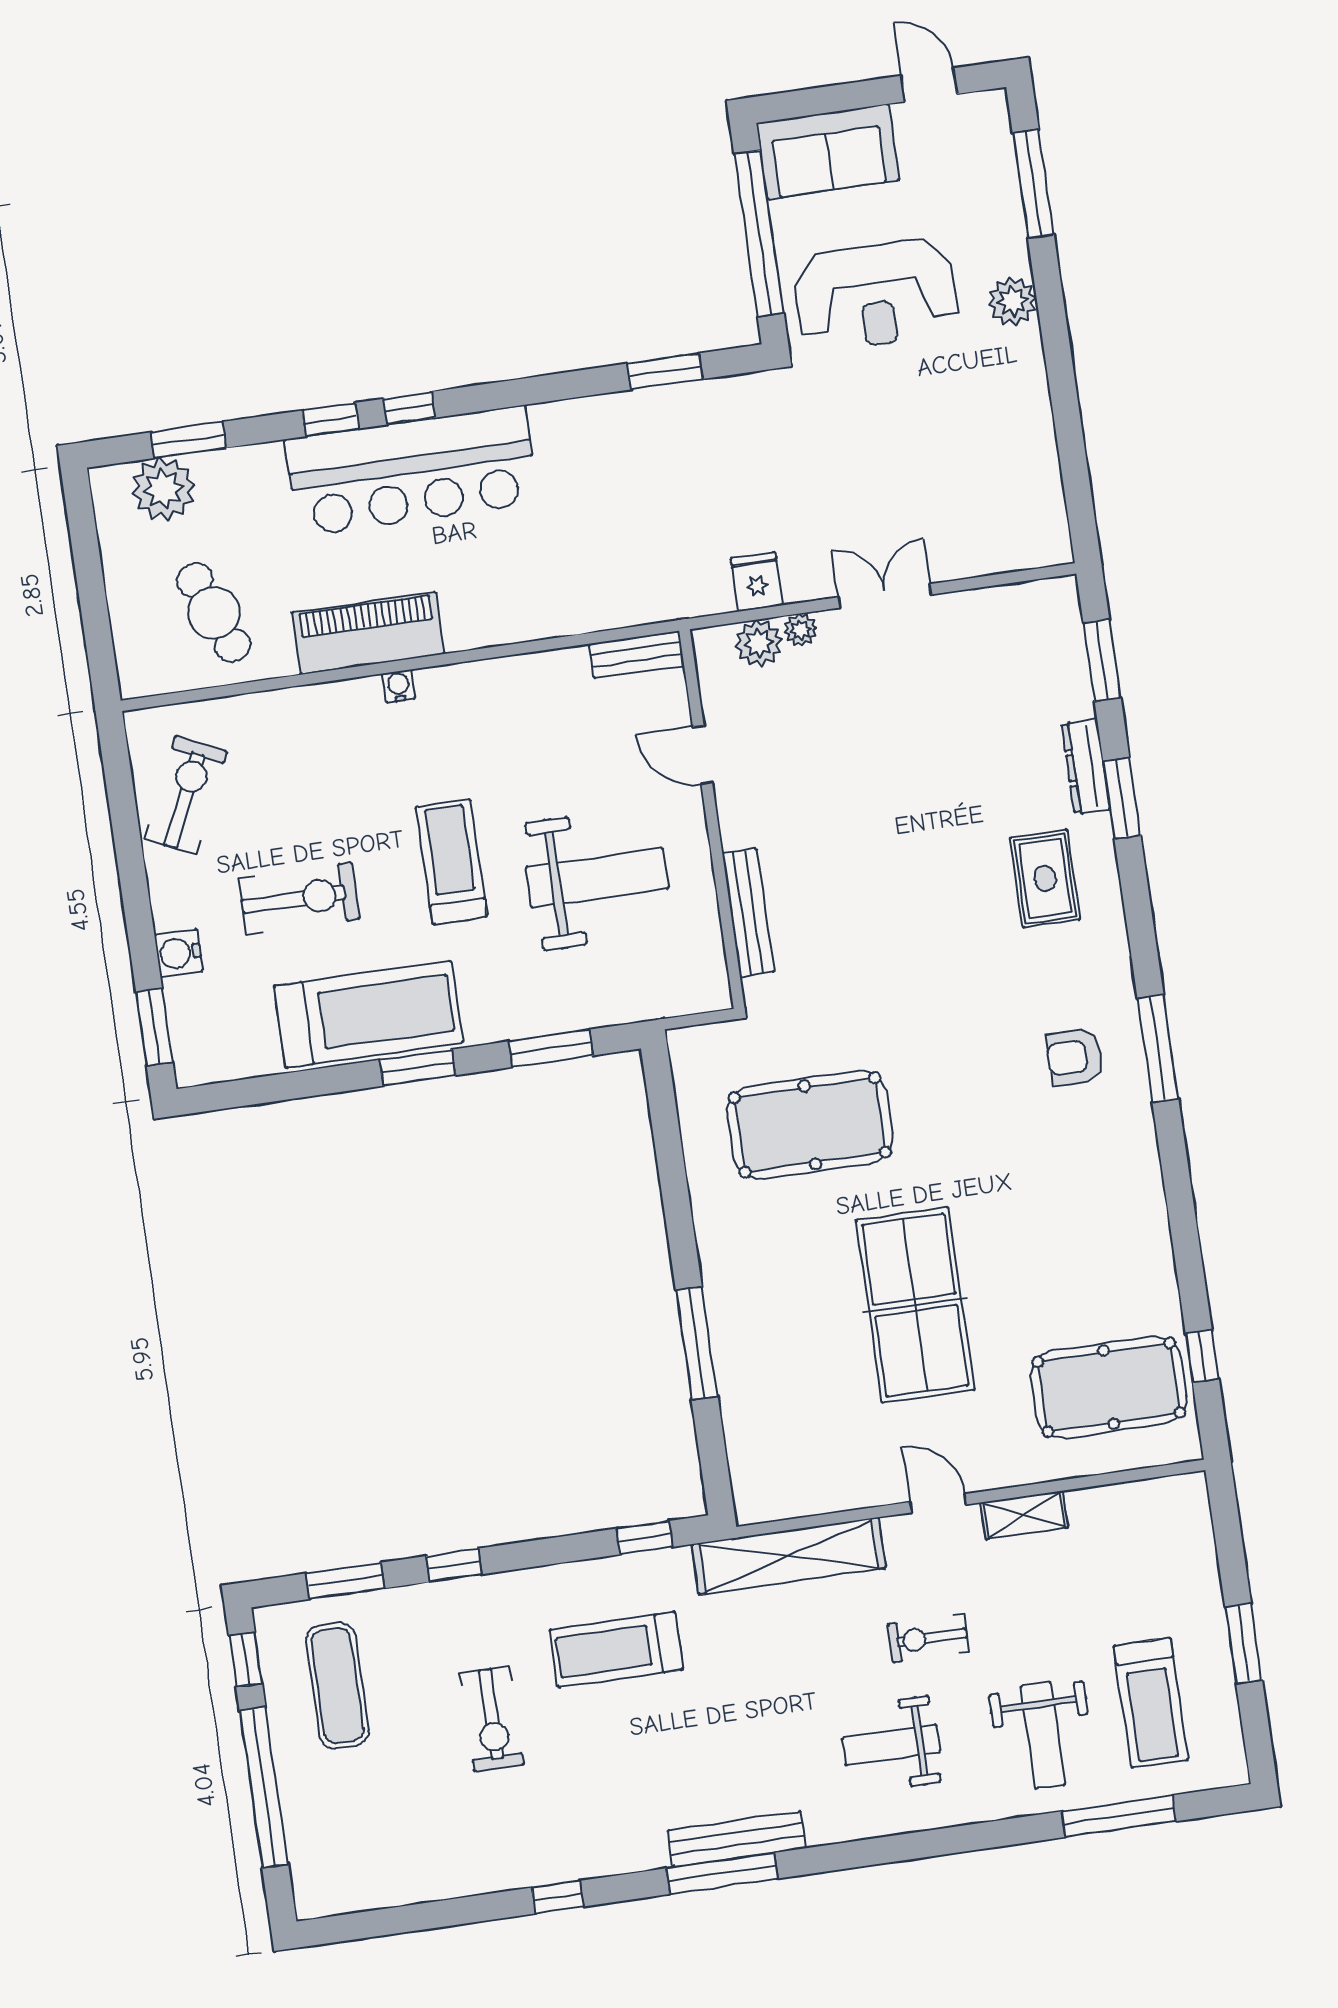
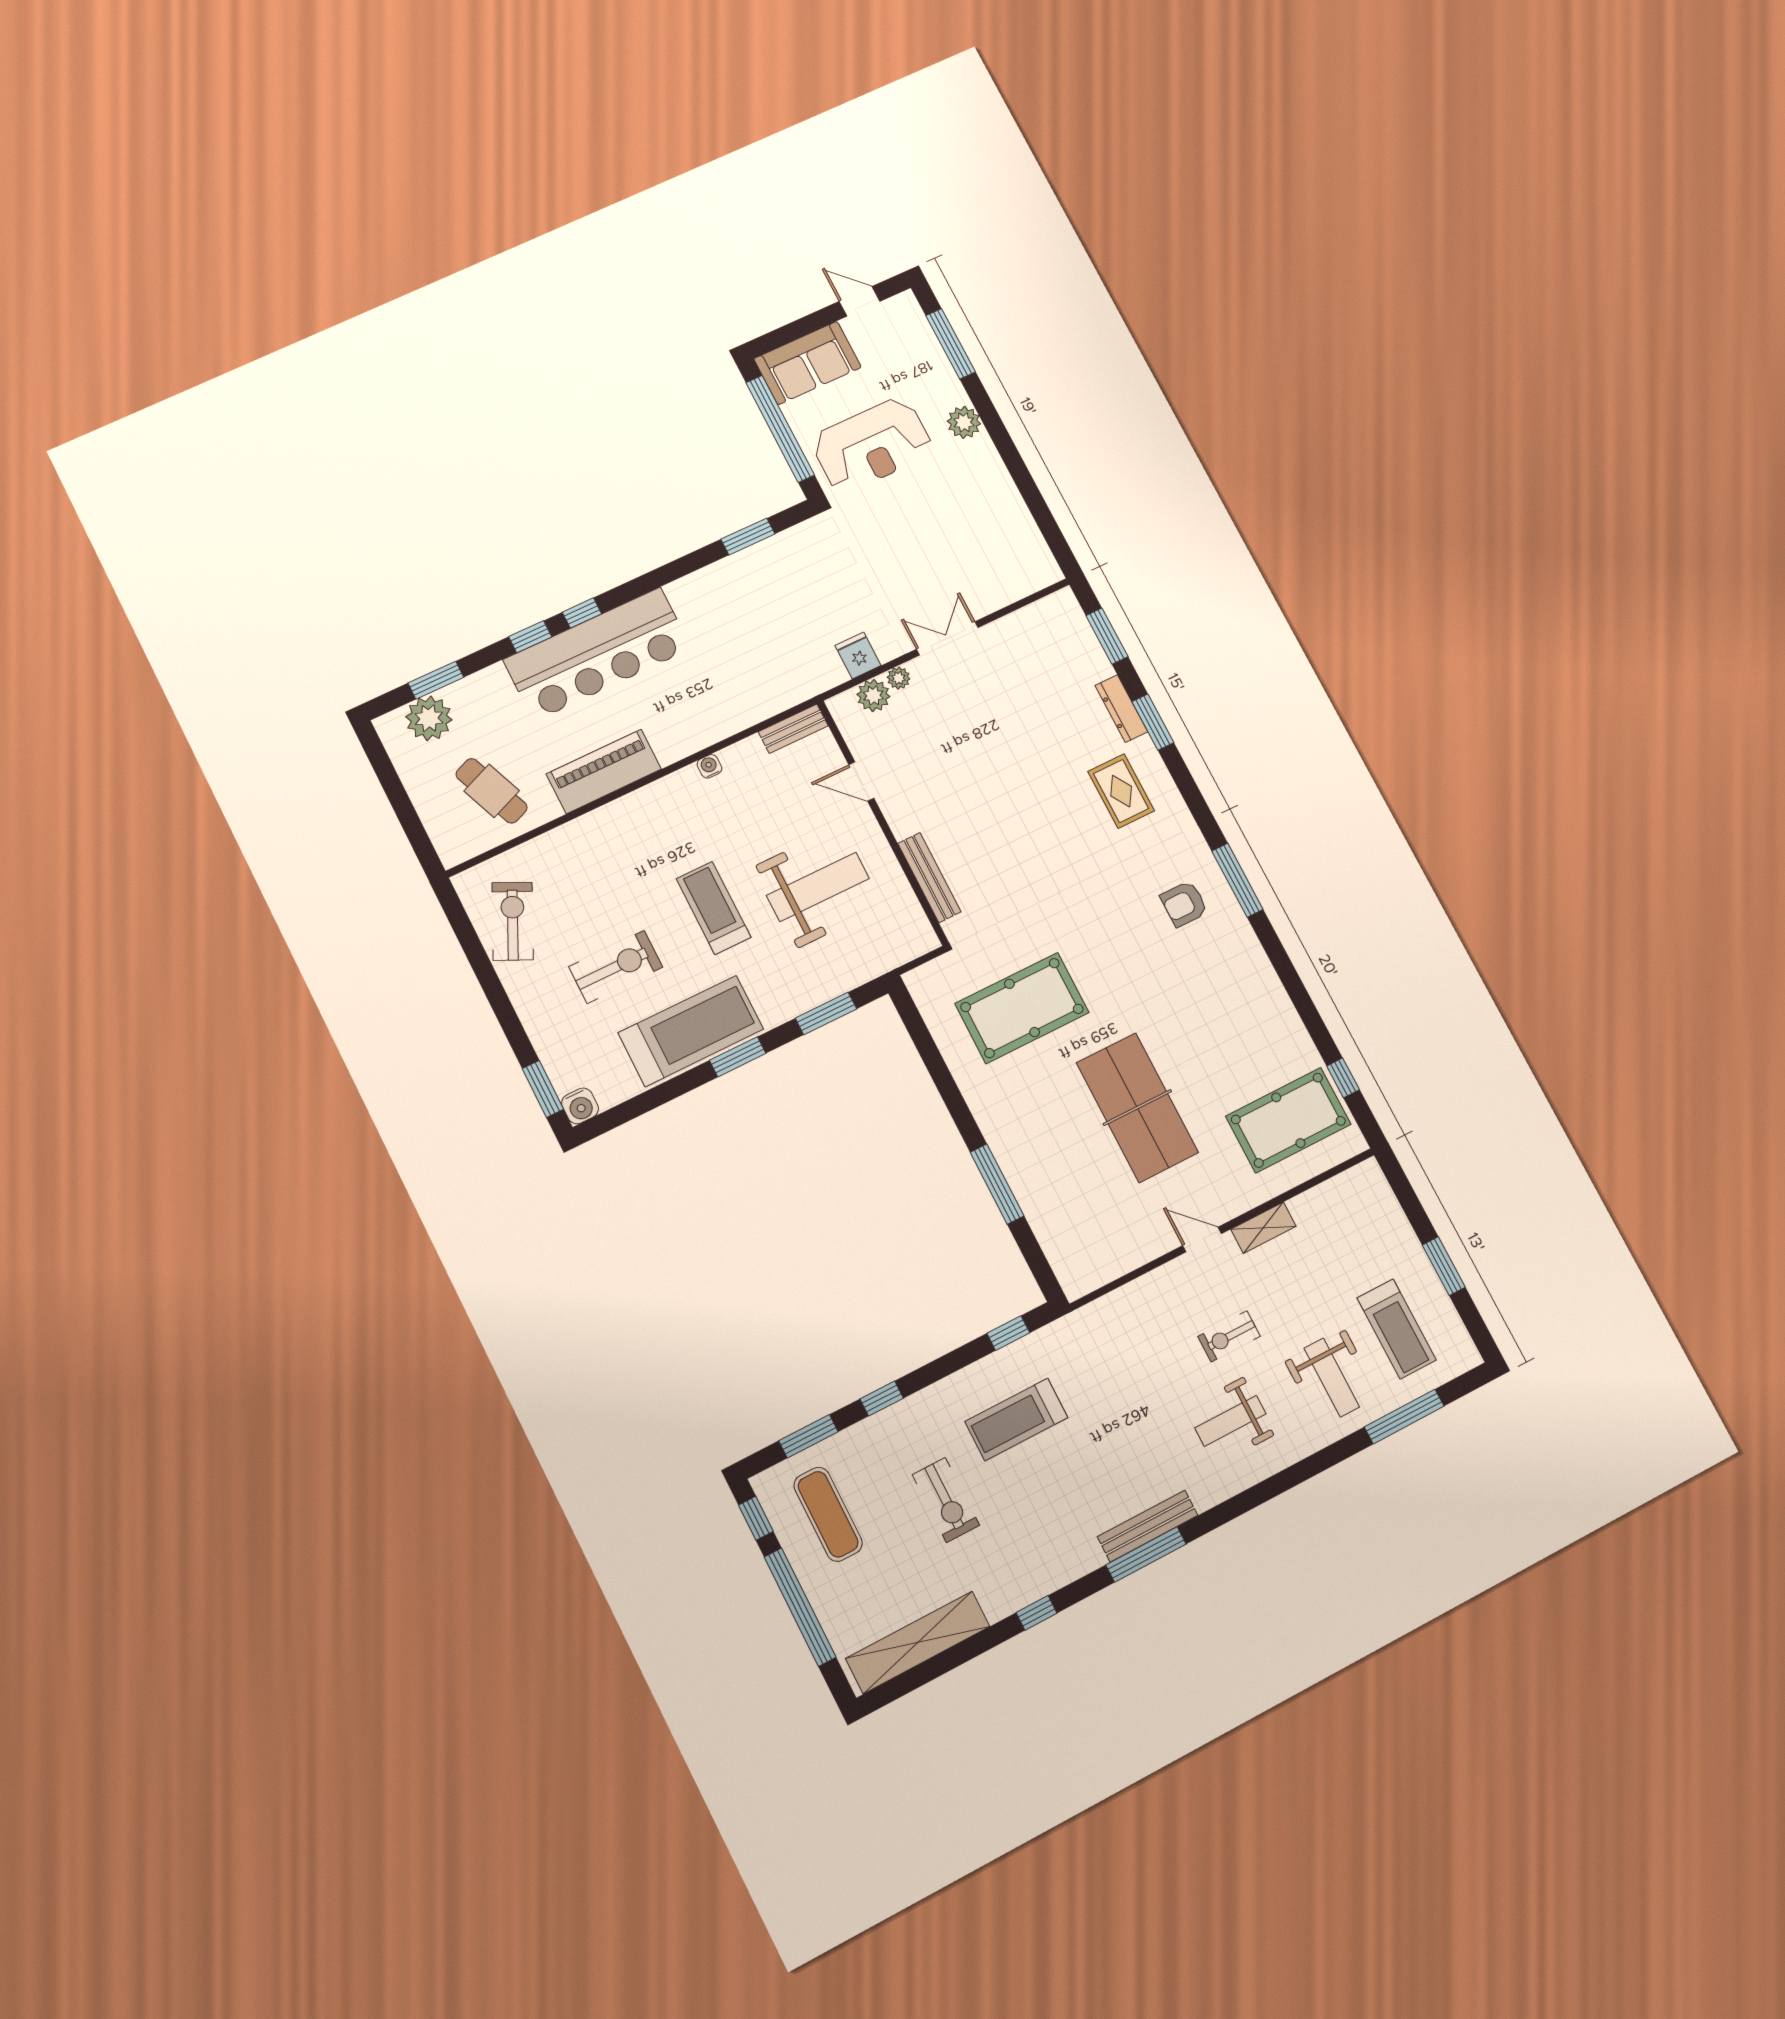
water cooler: (399, 686) -> (709, 766), moved
water cooler: (179, 953) -> (580, 1106), moved, turned -90
shelving: (789, 1556) -> (918, 1642), moved

